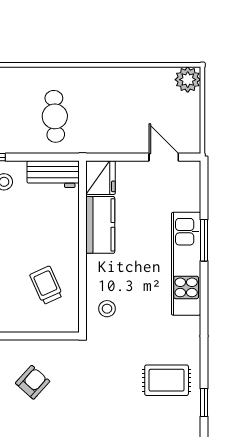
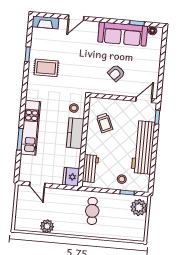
plant: (188, 80) -> (47, 226), moved
workbench: (53, 174) -> (90, 169), moved, turned 90
kitchen counter: (100, 225) -> (75, 133), moved

